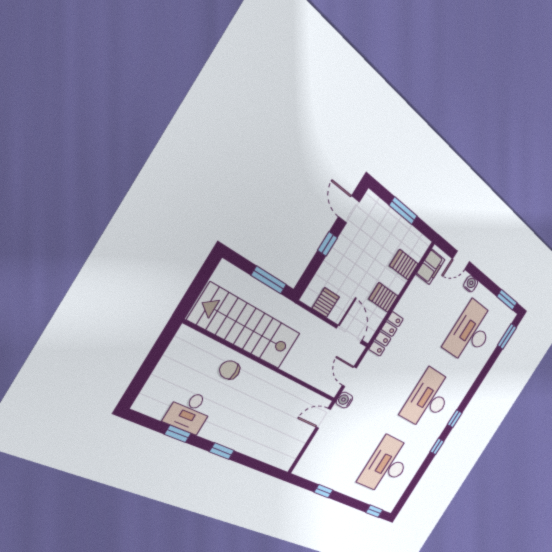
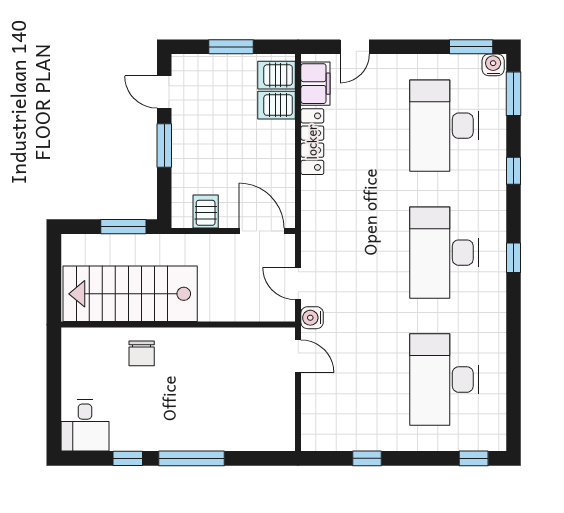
window: (327, 244) -> (164, 145), width x1.50
water cooler: (471, 284) -> (493, 65), moved
server rack: (383, 298) -> (277, 75), moved
locker: (386, 334) -> (312, 142), moved
chair: (230, 370) -> (142, 353), turned -90
desk: (190, 412) -> (85, 425), moved
door: (323, 418) -> (298, 356), swing flipped
window: (437, 446) -> (514, 171), moved
window: (222, 451) -> (191, 458), width x2.17

